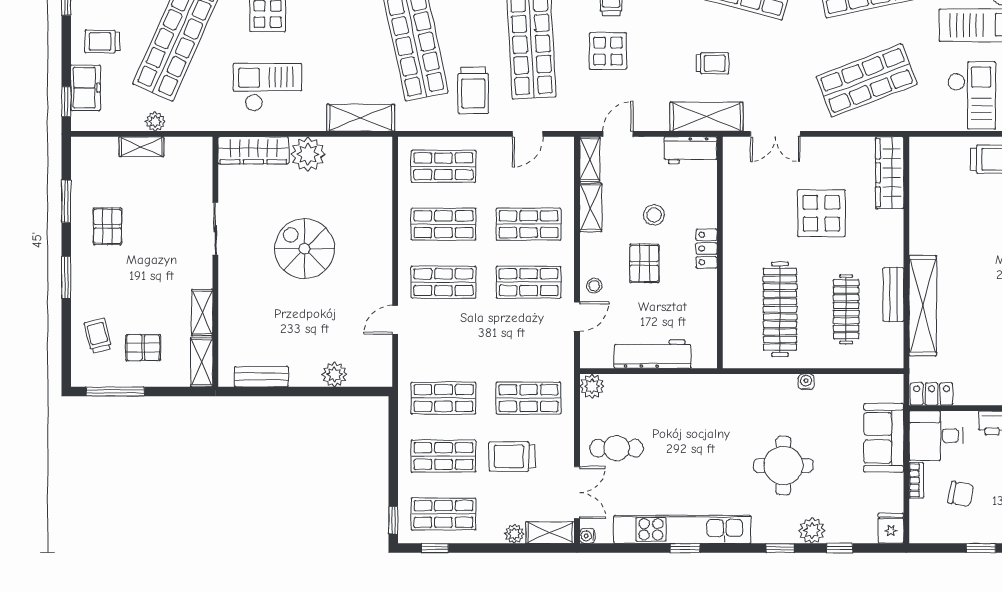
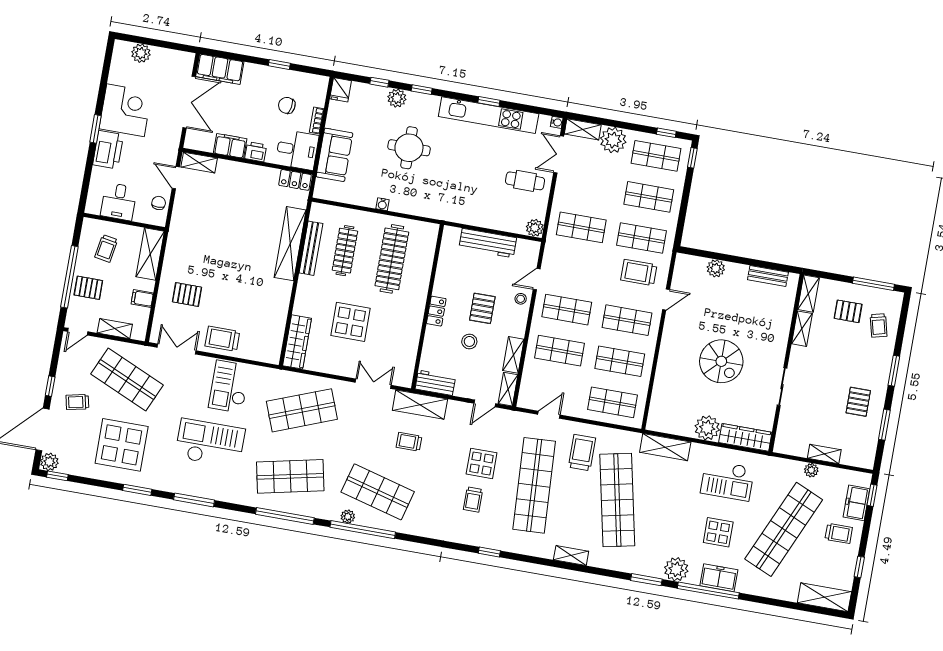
bench: (893, 295) -> (311, 248), width x1.36
trolley: (512, 456) -> (639, 272), moved, turned 180
plant: (514, 534) -> (613, 140), width x1.87, depth x1.87

